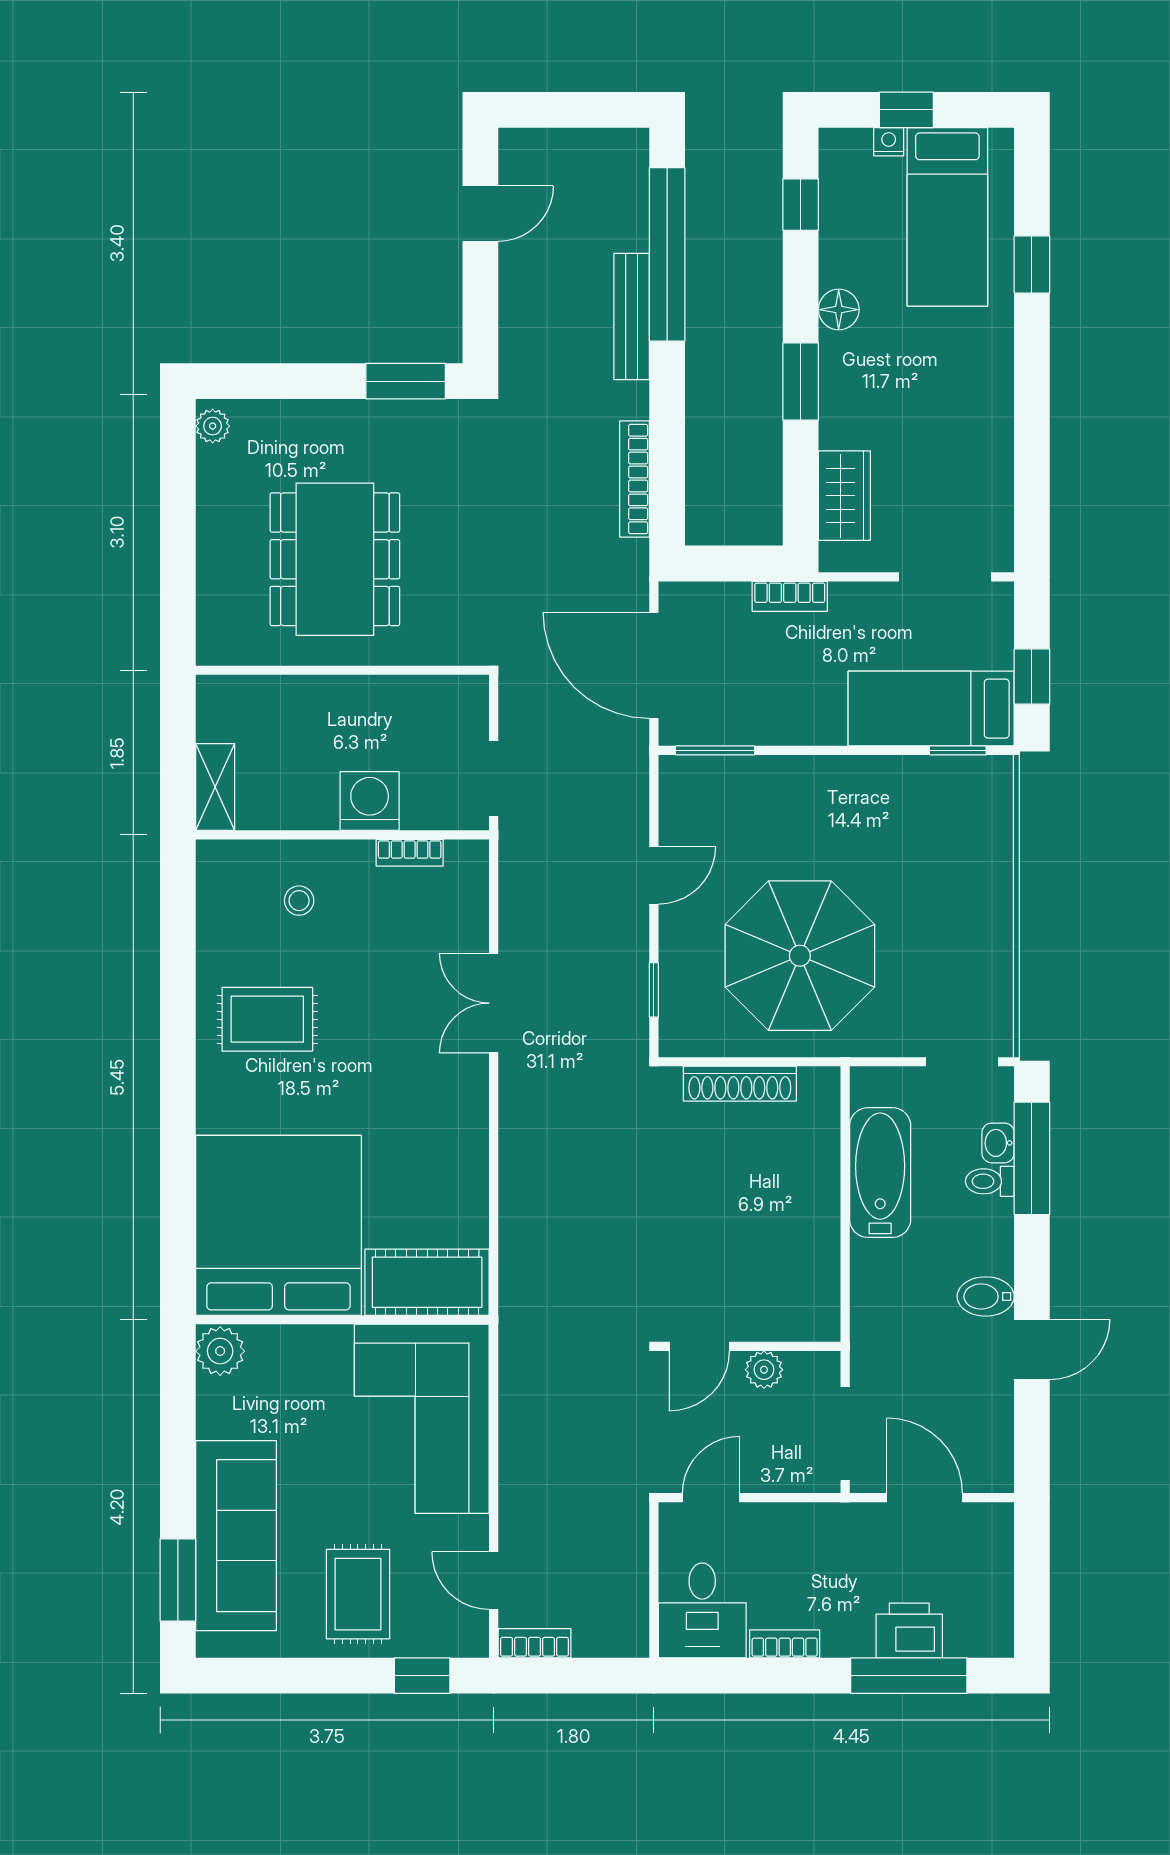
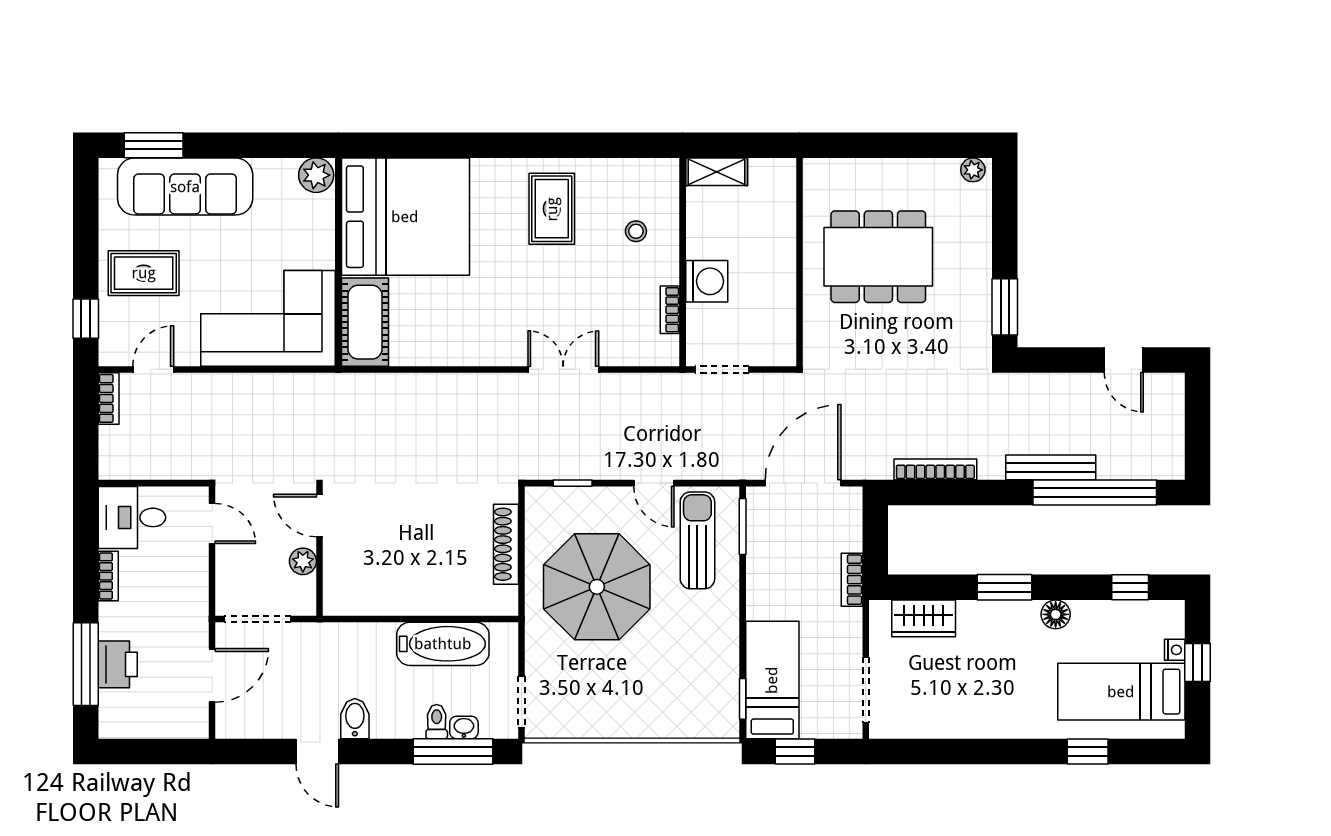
sun lounger: (734, 814) -> (697, 540), added

